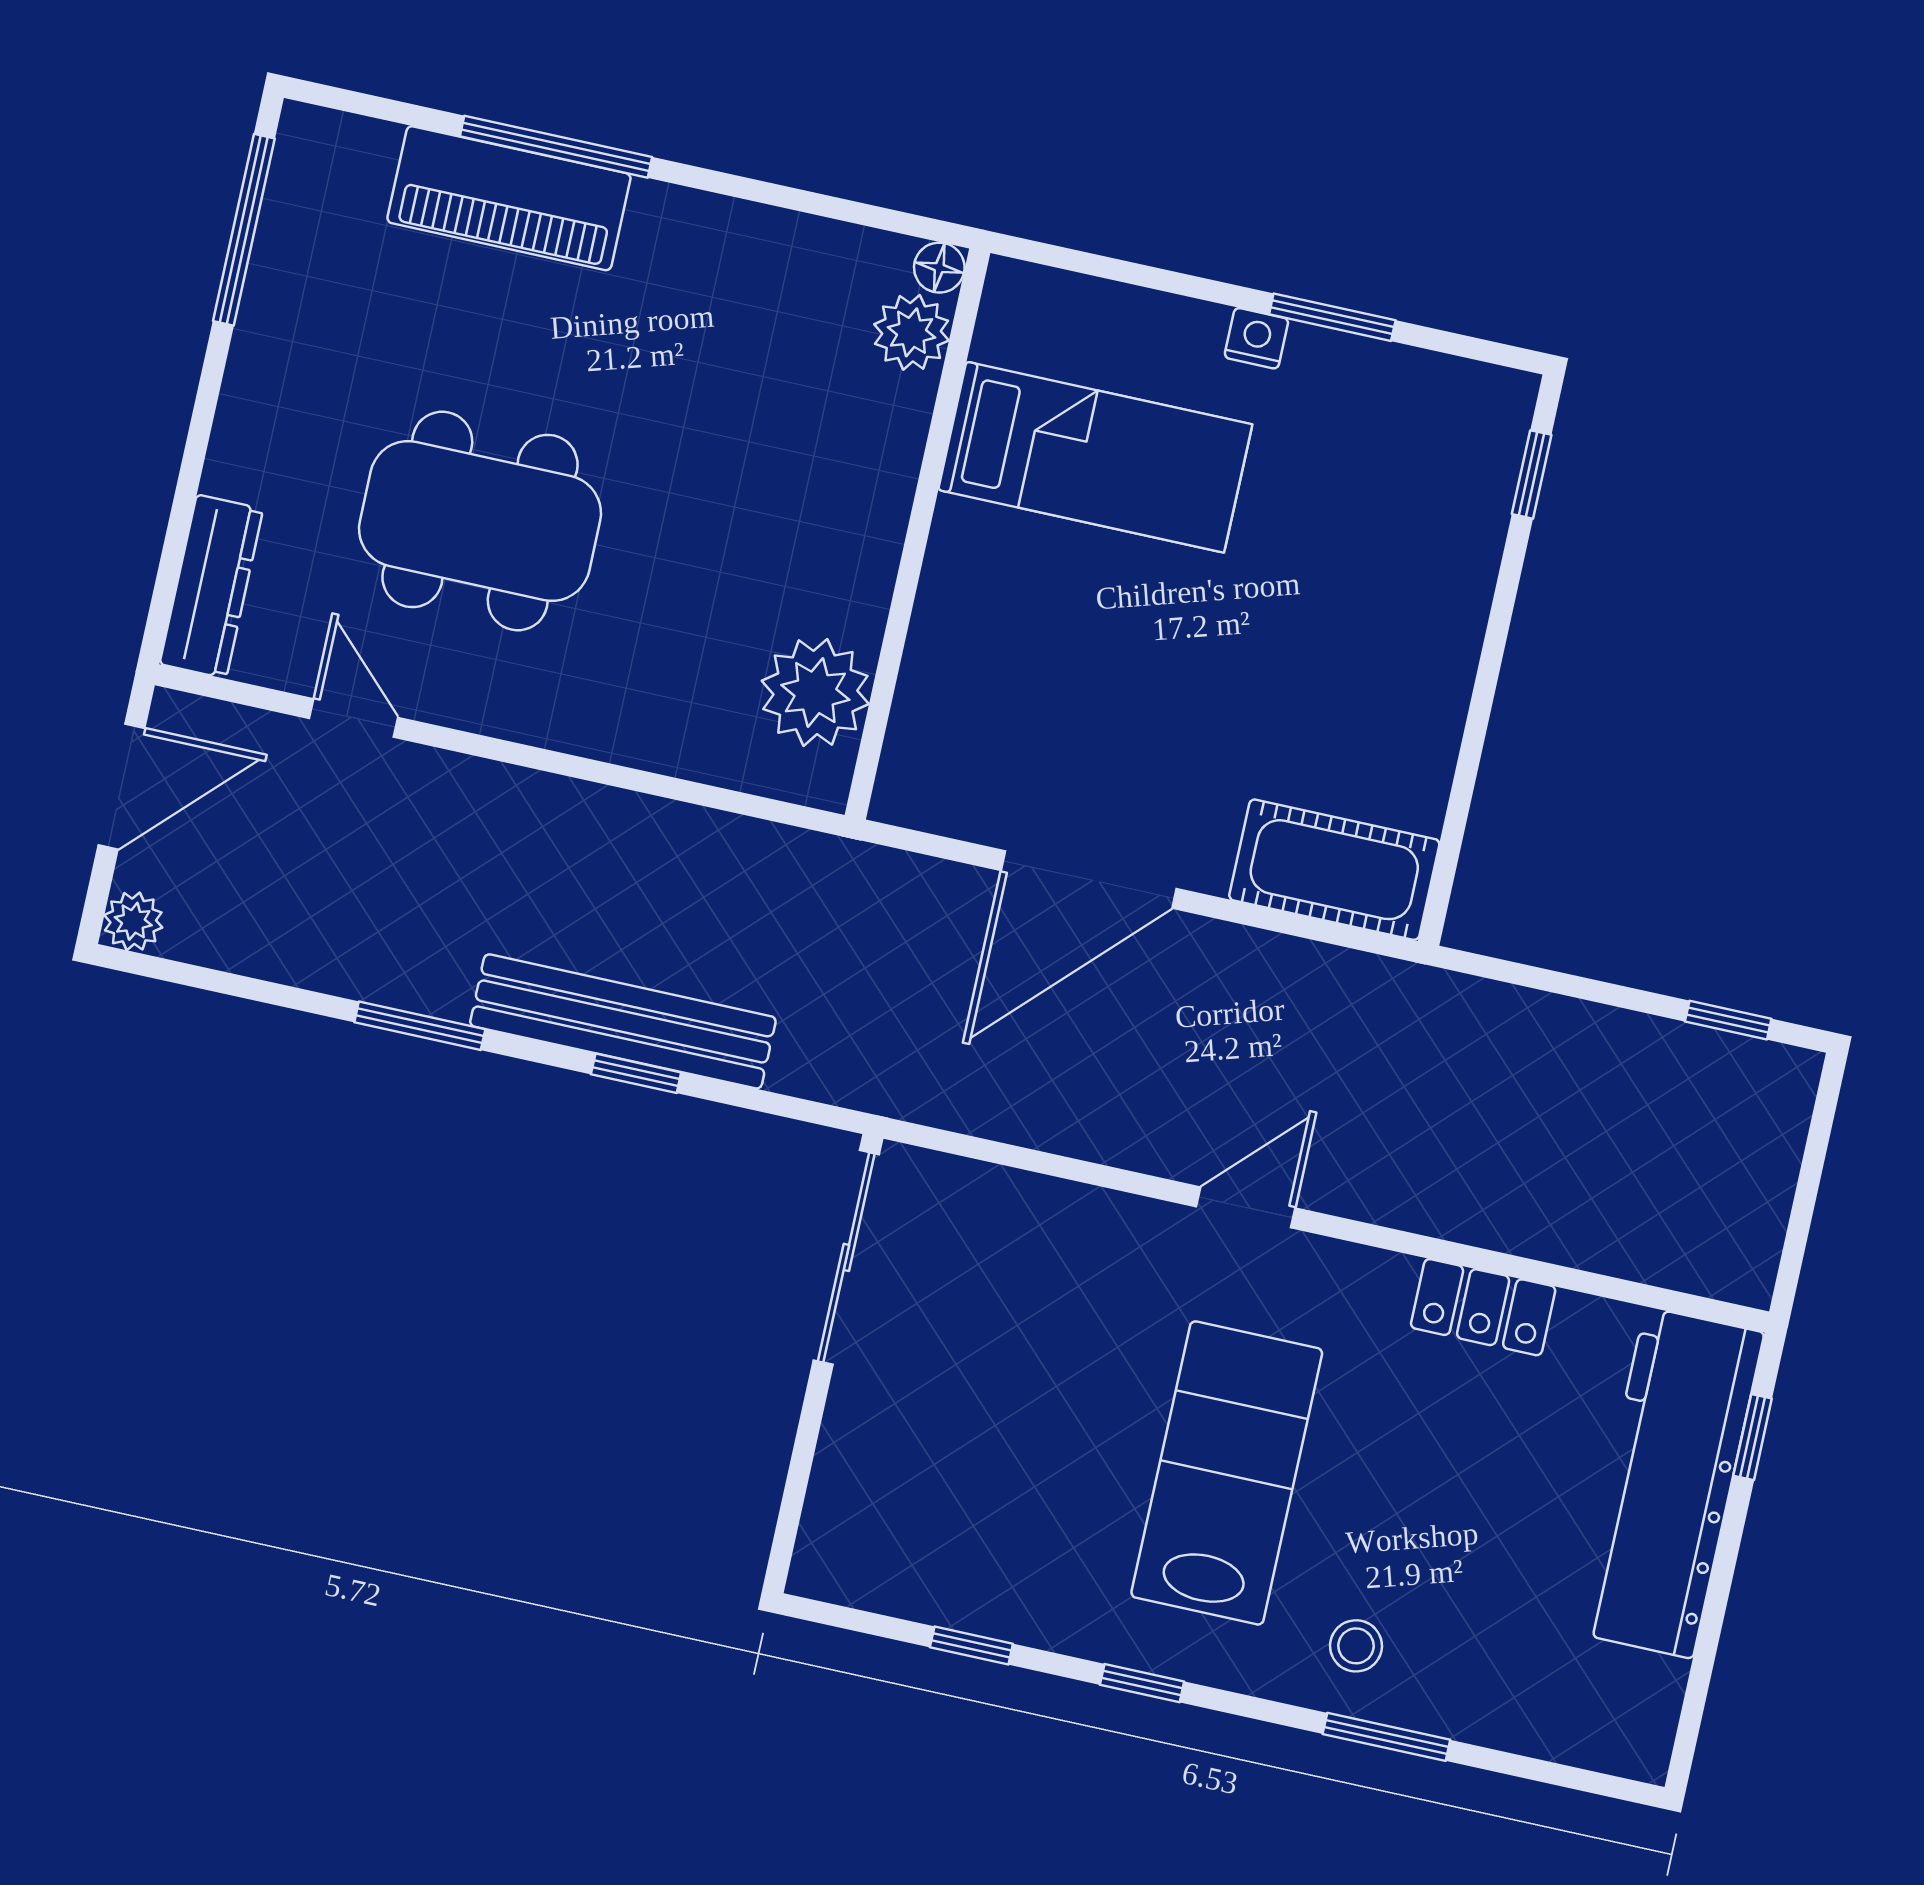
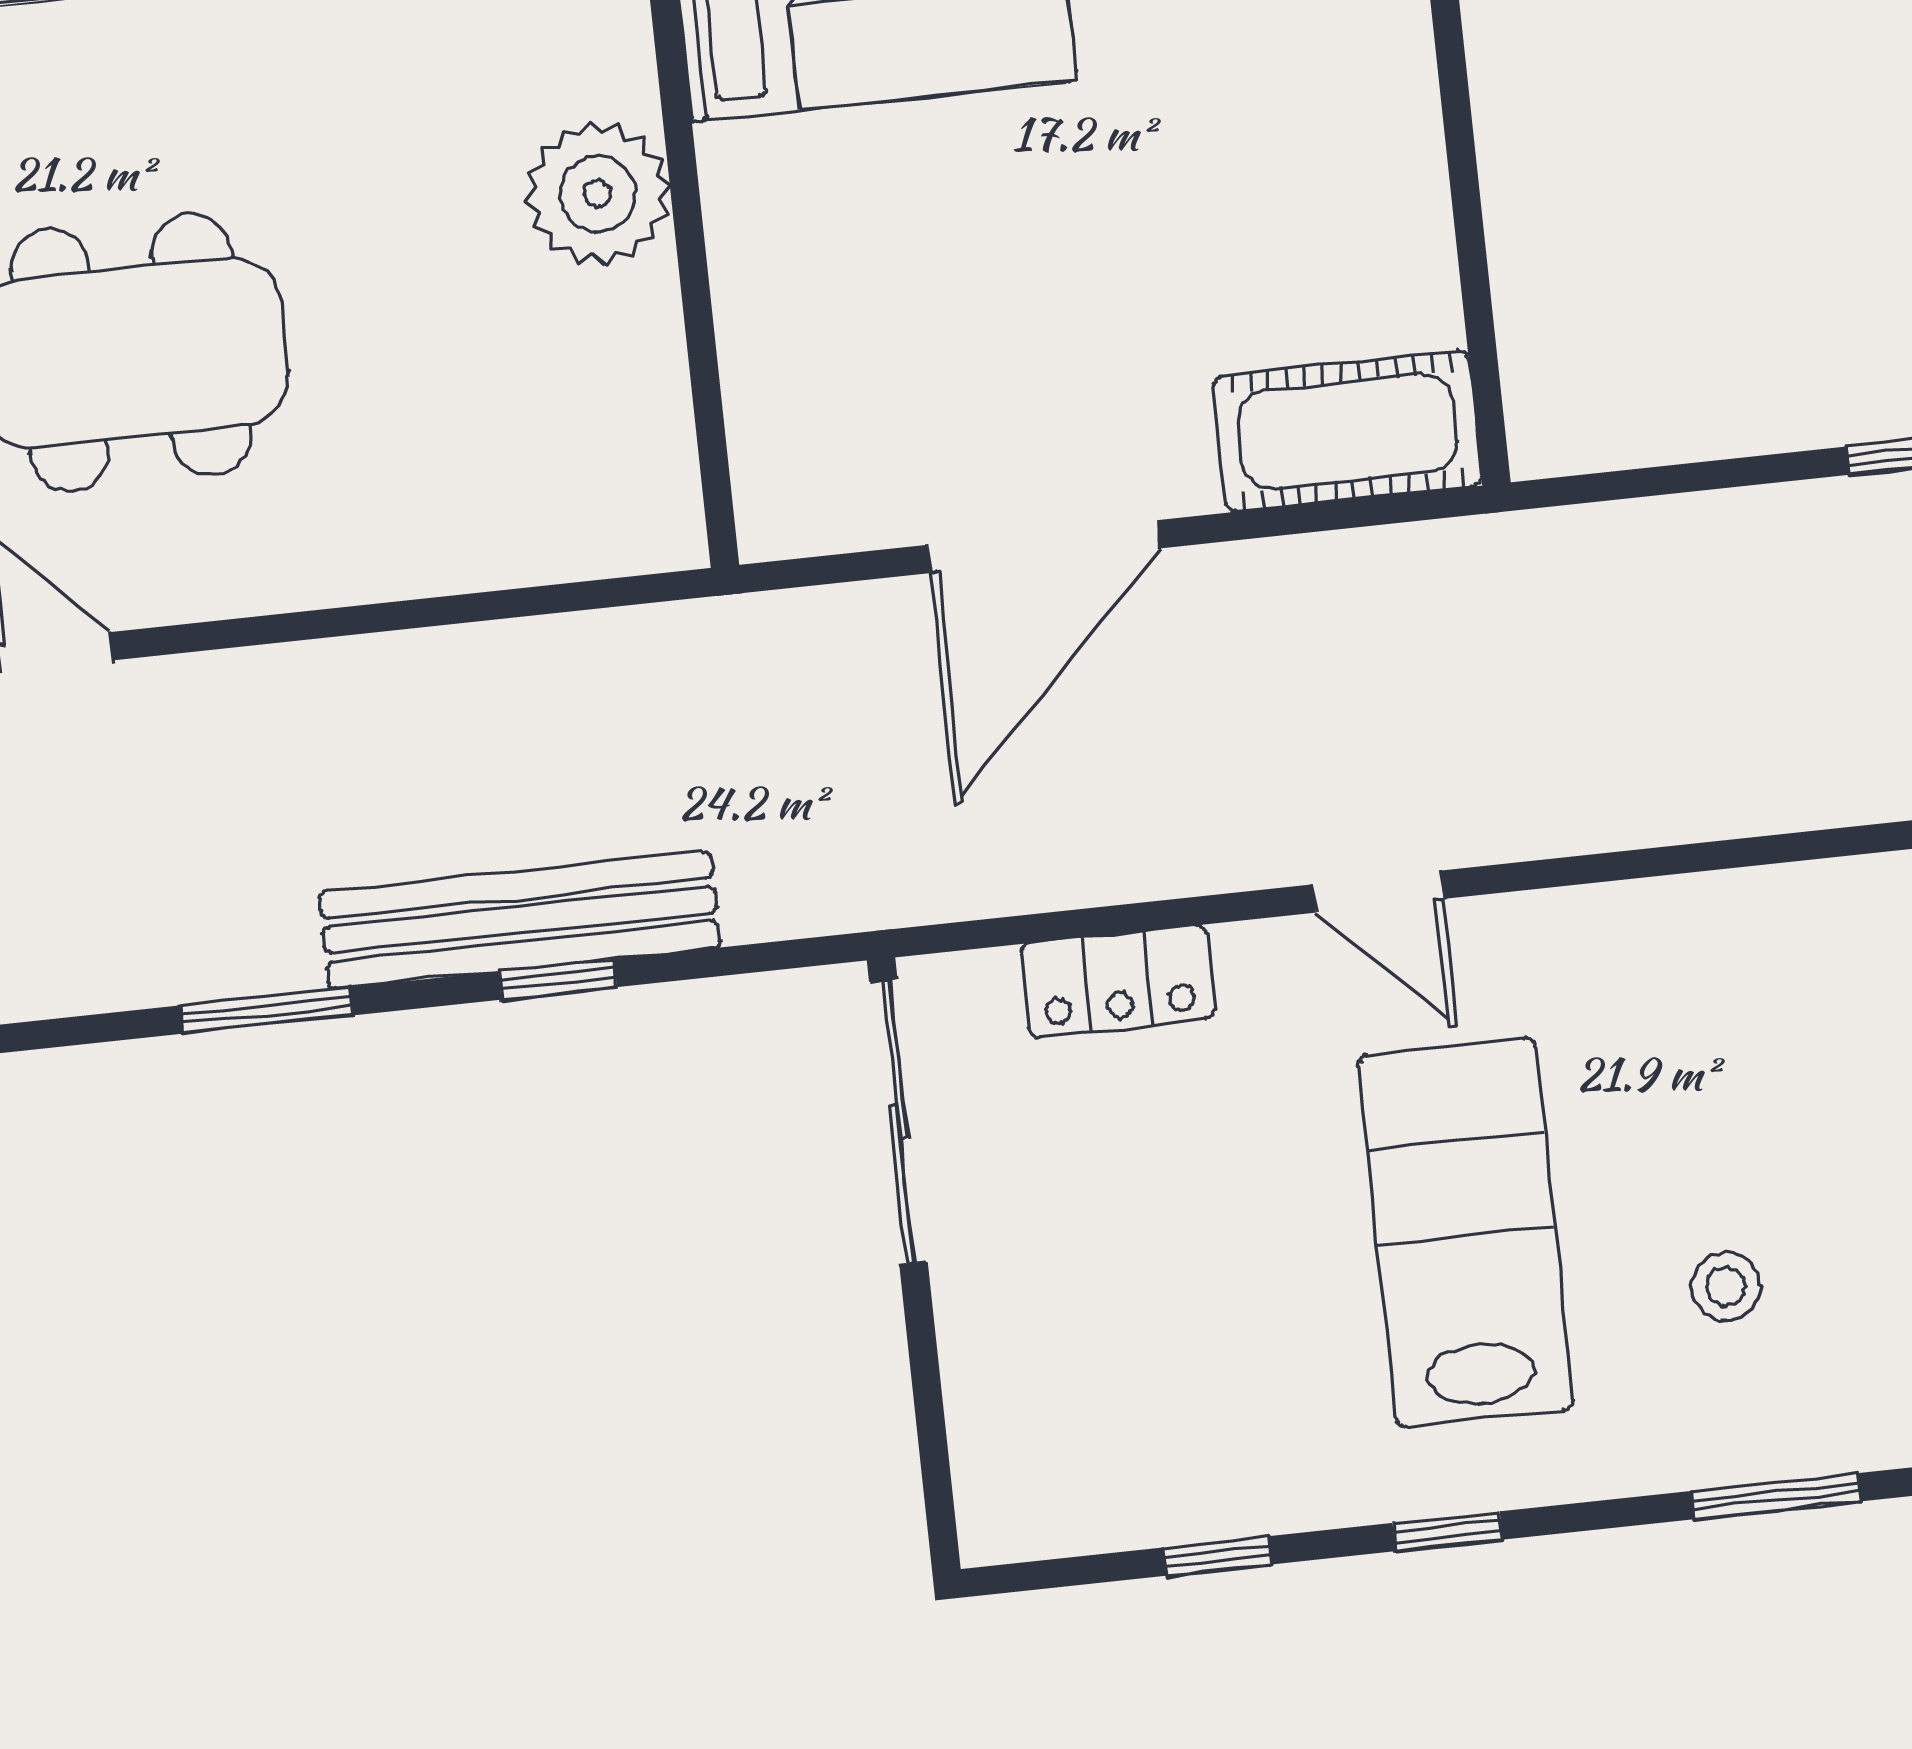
plant: (815, 692) -> (598, 194), moved
door: (1246, 1207) -> (1378, 892), swing flipped
locker: (1483, 1307) -> (1118, 981), moved
stool: (1356, 1646) -> (1726, 1287), moved

